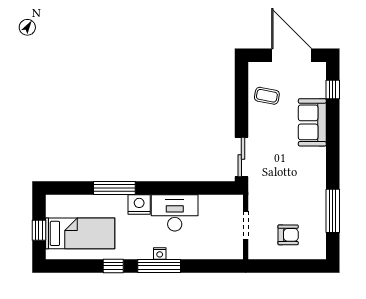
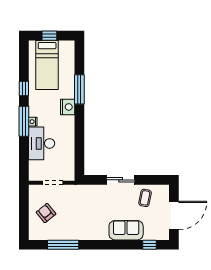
sliding door: (241, 157) -> (121, 180), moved
desk: (175, 213) -> (42, 143), moved, turned 180
armchair: (288, 235) -> (46, 213), turned 141

